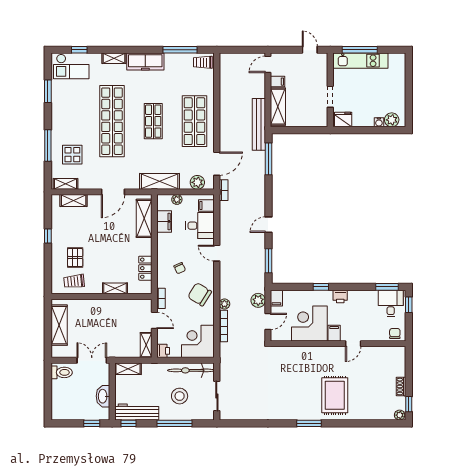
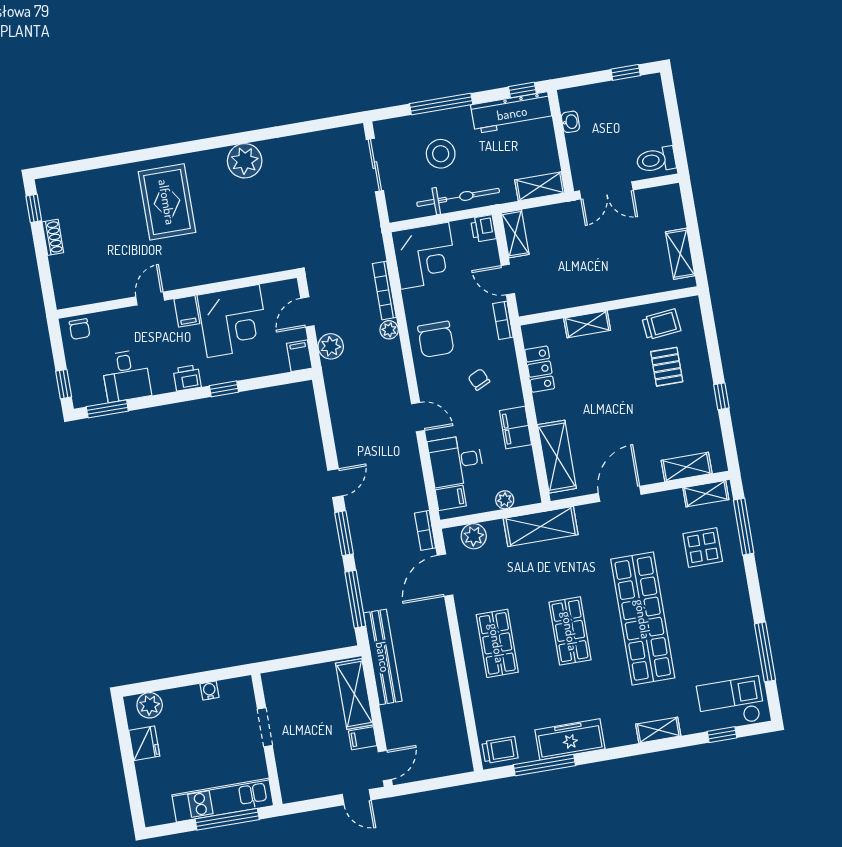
door: (310, 50) -> (357, 797), moved
freezer: (145, 61) -> (570, 739), moved
window: (48, 91) -> (765, 652), width x1.44
fridge: (343, 120) -> (144, 743), moved, turned -90
shop shelf: (194, 121) -> (497, 643), width x0.70, depth x0.74
water cooler: (379, 122) -> (209, 691), moved
window: (48, 145) -> (744, 527), moved
filing cabinet: (164, 221) -> (515, 428), moved
window: (268, 261) -> (344, 533), moved
chair: (200, 294) -> (436, 339), turned 58
desk: (391, 303) -> (126, 376), moved
shelving: (59, 325) -> (680, 254), width x0.67, depth x0.75
bicycle: (191, 370) -> (458, 197), moved
washbasin: (103, 396) -> (570, 122), width x0.52, depth x0.69
plant: (400, 415) -> (245, 161), moved, width x1.87, depth x1.87
window: (92, 423) -> (626, 72), moved
window: (309, 423) -> (204, 145), removed

